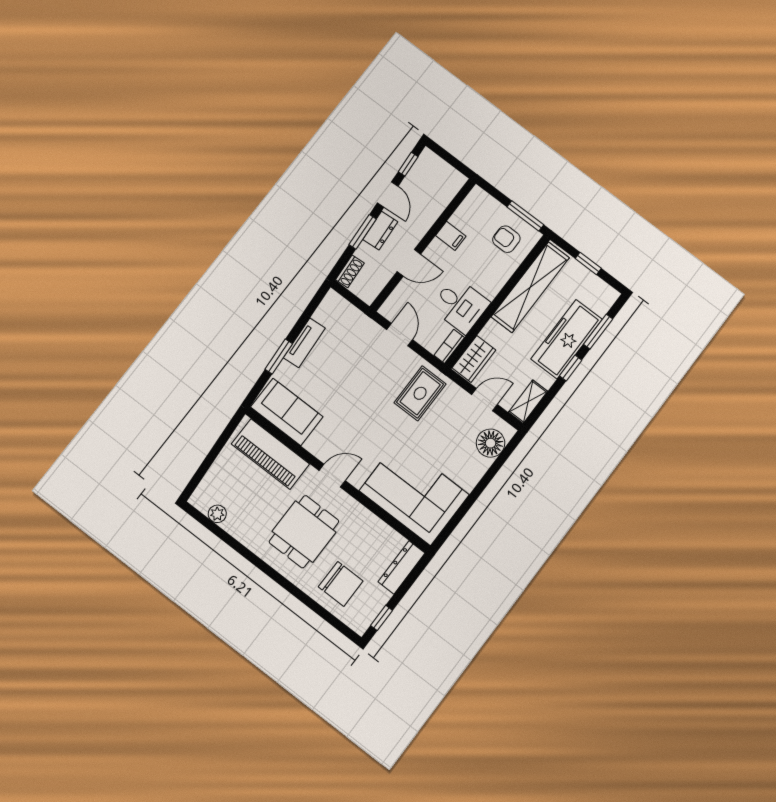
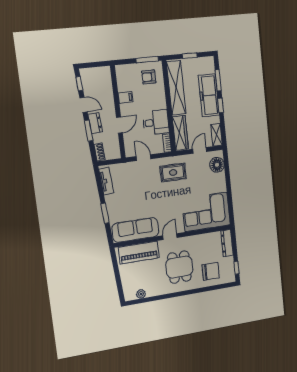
tv unit: (304, 343) -> (106, 181), moved
wardrobe: (474, 359) -> (180, 133), width x1.50
rug: (420, 393) -> (173, 173), turned 90
sofa: (287, 412) -> (135, 230), width x1.36

